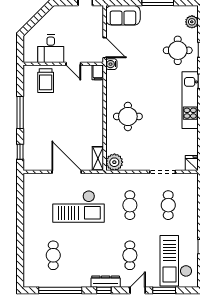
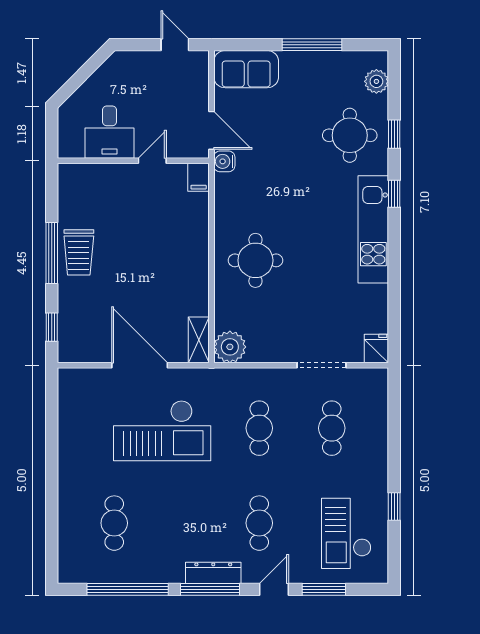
door: (73, 64) -> (152, 161), swing flipped
trolley: (46, 81) -> (79, 252), moved
checkout: (176, 261) -> (346, 533), width x0.73, depth x0.83
window: (104, 290) -> (210, 589), width x2.17

